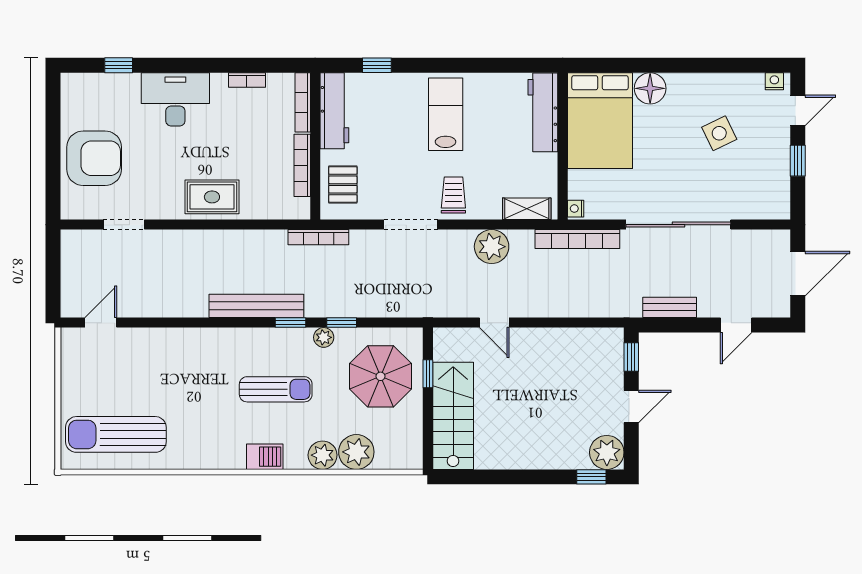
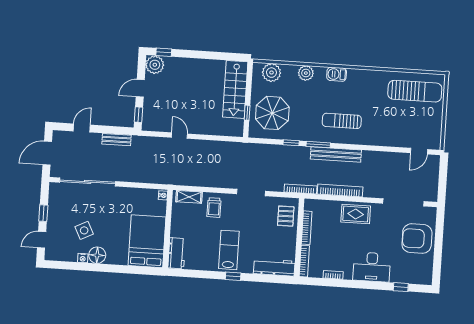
window: (377, 65) -> (233, 276), moved
nightstand: (774, 81) -> (83, 258), moved
floor lamp: (650, 88) -> (97, 255), moved
workbench: (334, 111) -> (274, 267), moved, turned 90
workbench: (543, 112) -> (177, 253), width x0.73
lab bench: (446, 114) -> (229, 250), turned 180
trolley: (453, 195) -> (214, 207), moved
doorway: (124, 225) -> (403, 202), width x1.88
sliding door: (678, 225) -> (88, 182), moved
bookcase: (577, 239) -> (340, 191), moved
plant: (492, 247) -> (209, 178), removed
window: (291, 323) -> (318, 145), width x1.50
door: (494, 323) -> (179, 136), moved
plant: (324, 337) -> (301, 136), removed
sun lounger: (276, 389) -> (342, 121), moved
plant: (356, 452) -> (271, 73), moved

